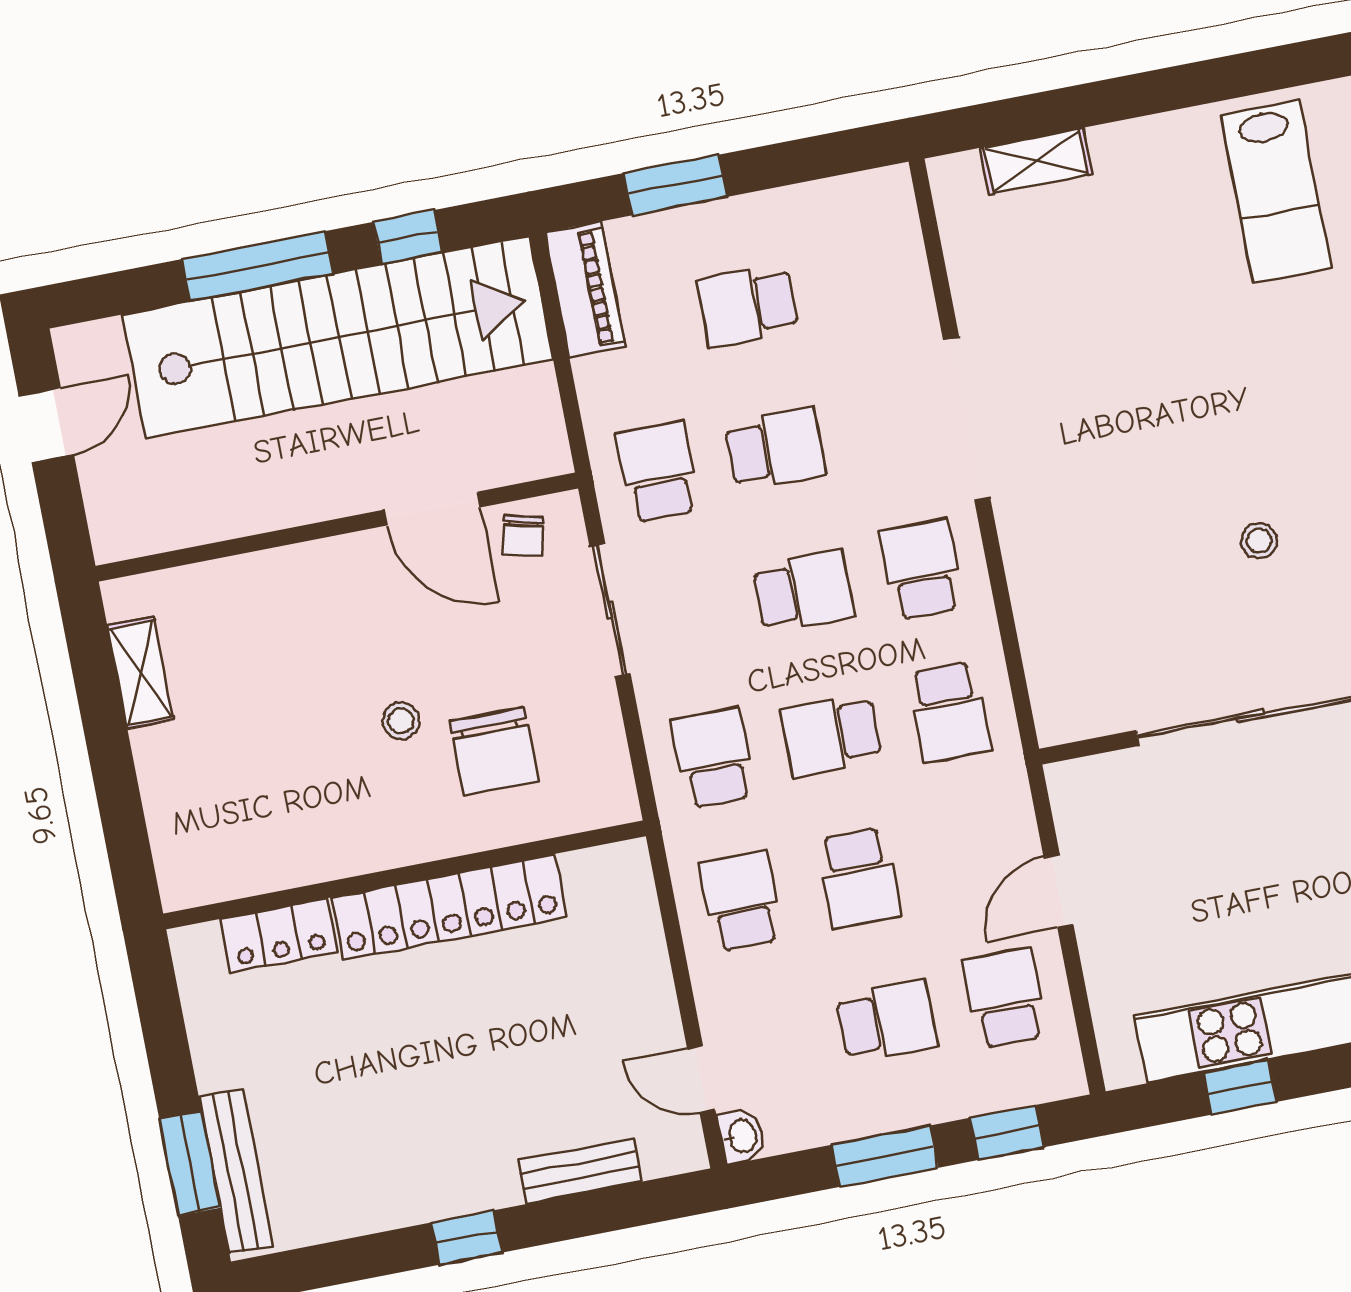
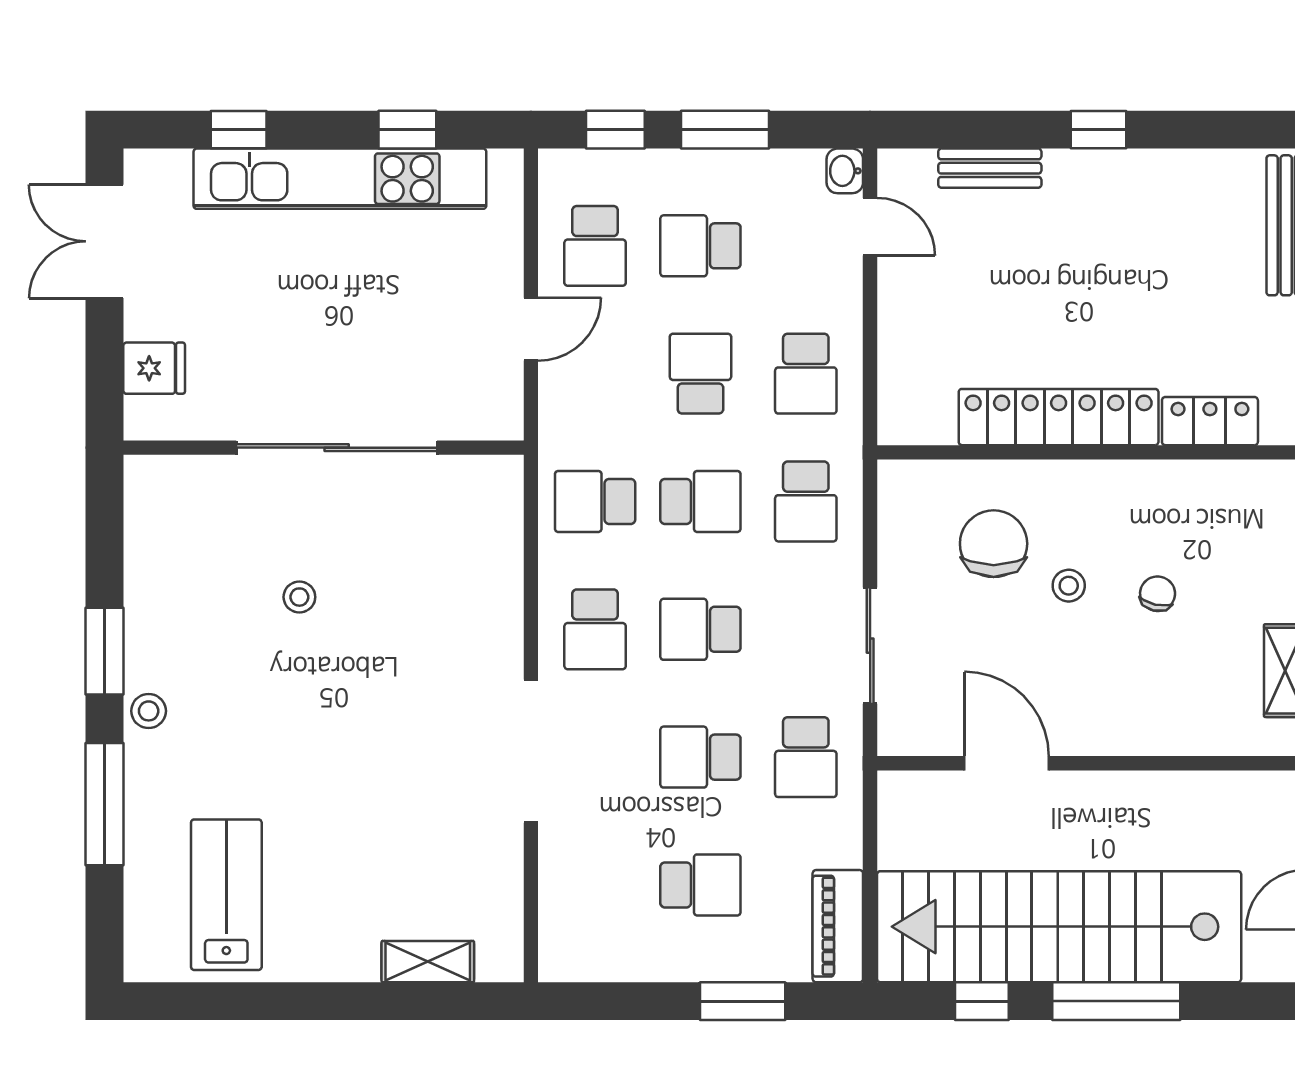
chair: (523, 536) -> (1158, 594), moved
school desk: (949, 712) -> (595, 501), turned -90

